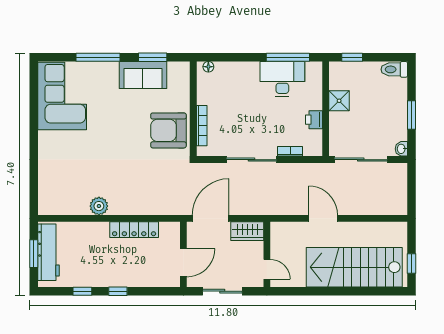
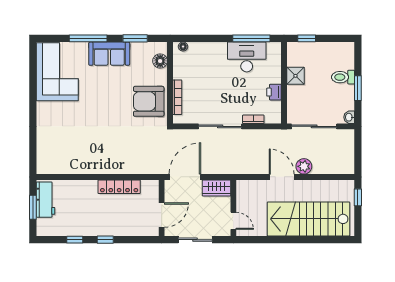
toilet: (394, 69) -> (343, 77), moved
sofa: (143, 75) -> (109, 54), moved
floor lamp: (182, 84) -> (160, 61), added
plant: (99, 206) -> (304, 166), moved
workbench: (49, 252) -> (46, 200), width x0.73
window: (412, 264) -> (358, 197), moved

